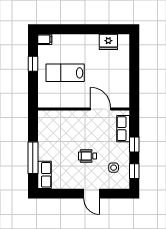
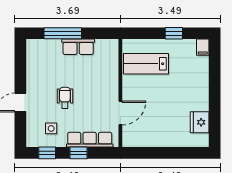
lab bench: (65, 73) -> (146, 64), moved, turned -90
row of seats: (123, 129) -> (90, 140), width x1.48
row of seats: (44, 175) -> (78, 47), moved

